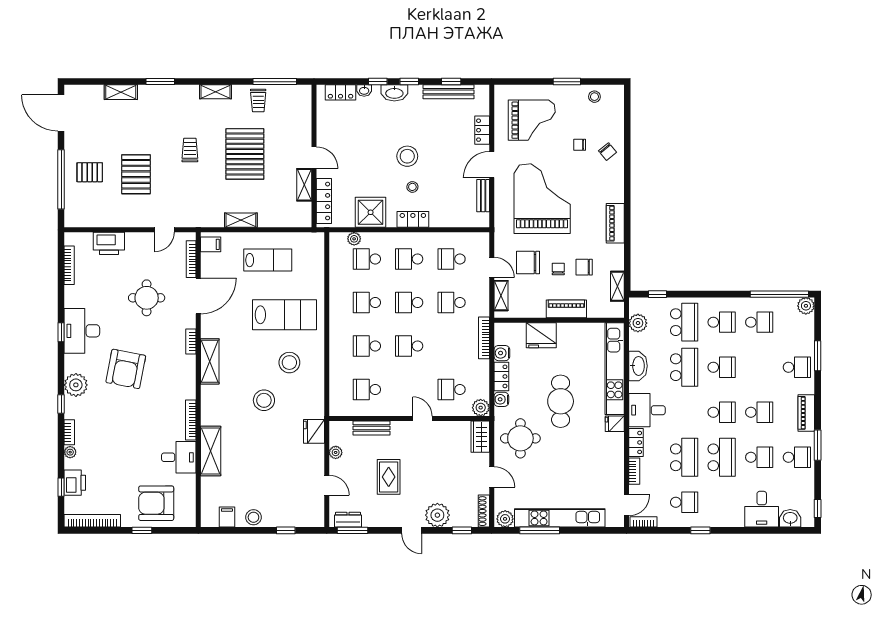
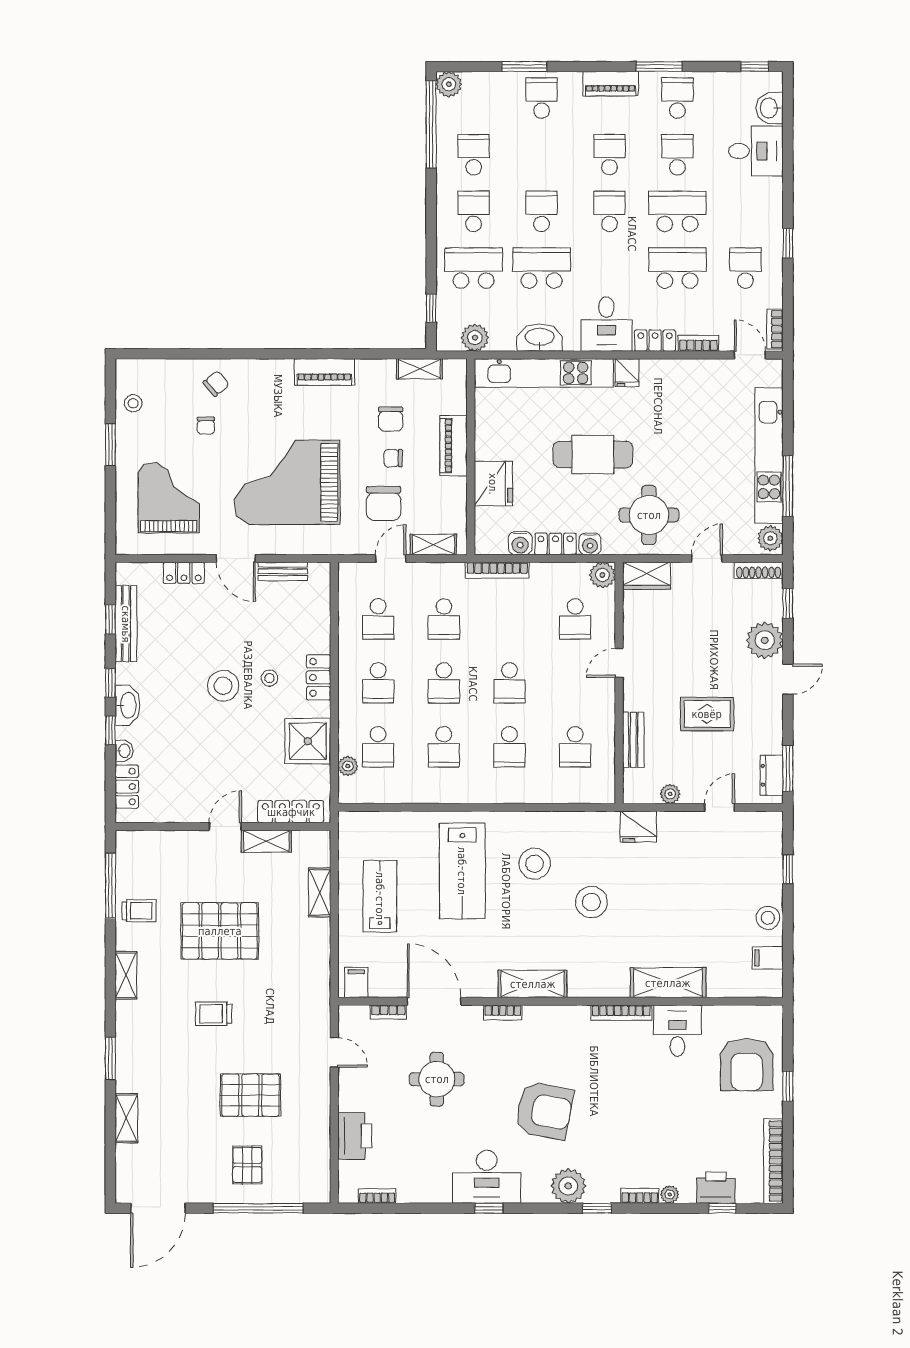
shelving: (241, 220) -> (320, 892), moved
bookcase: (191, 259) -> (388, 1012), width x0.64
bookcase: (69, 265) -> (377, 1196), width x0.64
lab bench: (285, 315) -> (462, 871), turned 180

